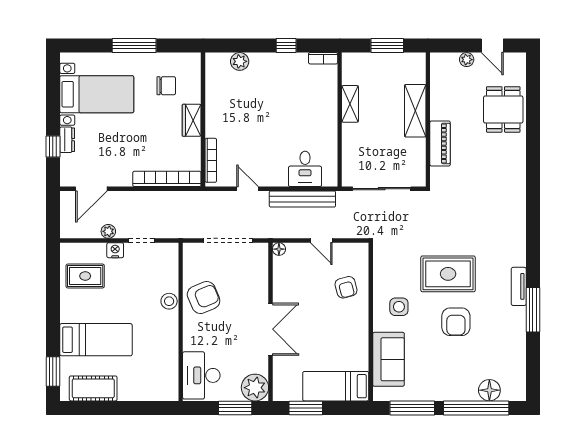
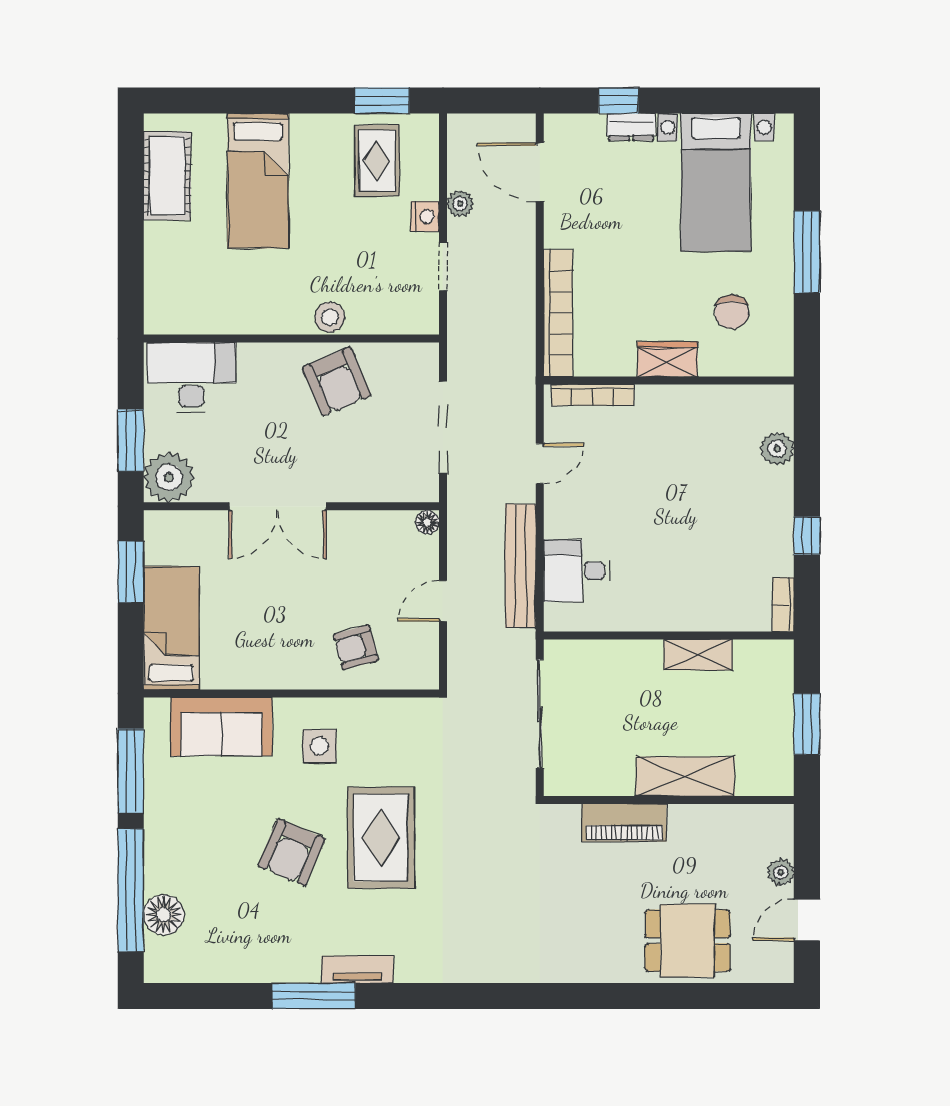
armchair: (456, 322) -> (292, 852), turned -67
window: (53, 372) -> (382, 101), moved

